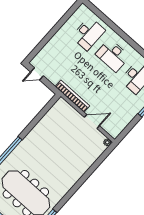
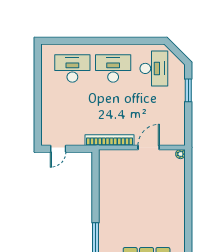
desk: (88, 34) -> (72, 68), turned -90
desk: (113, 55) -> (113, 68), turned 180

